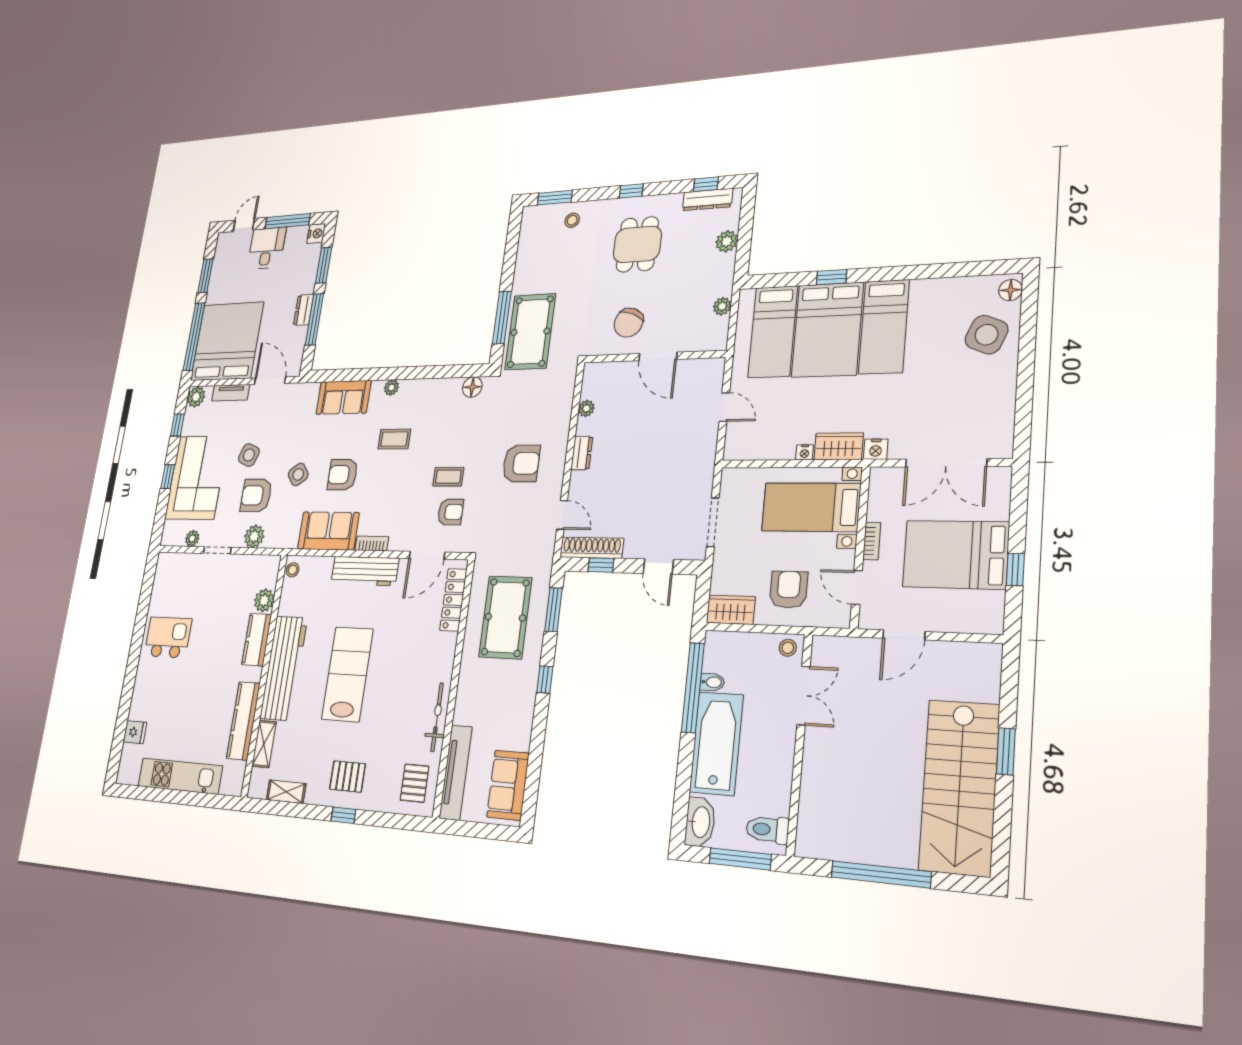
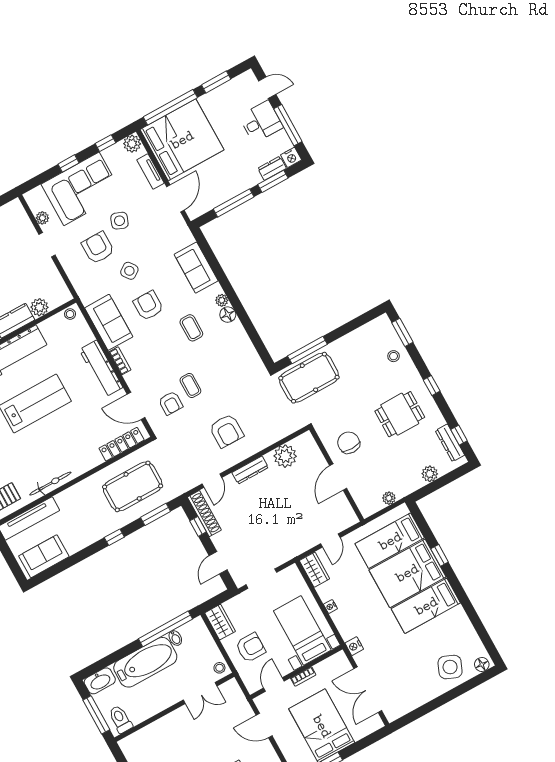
dresser: (303, 310) -> (272, 168), moved
chair: (629, 323) -> (349, 443), turned 68
floor lamp: (472, 387) -> (228, 315), moved
plant: (586, 408) -> (285, 456), width x1.88, depth x1.88
wardrobe: (839, 446) -> (314, 570), moved
dresser: (582, 453) -> (250, 470), width x1.44
plant: (254, 536) -> (72, 267), removed

